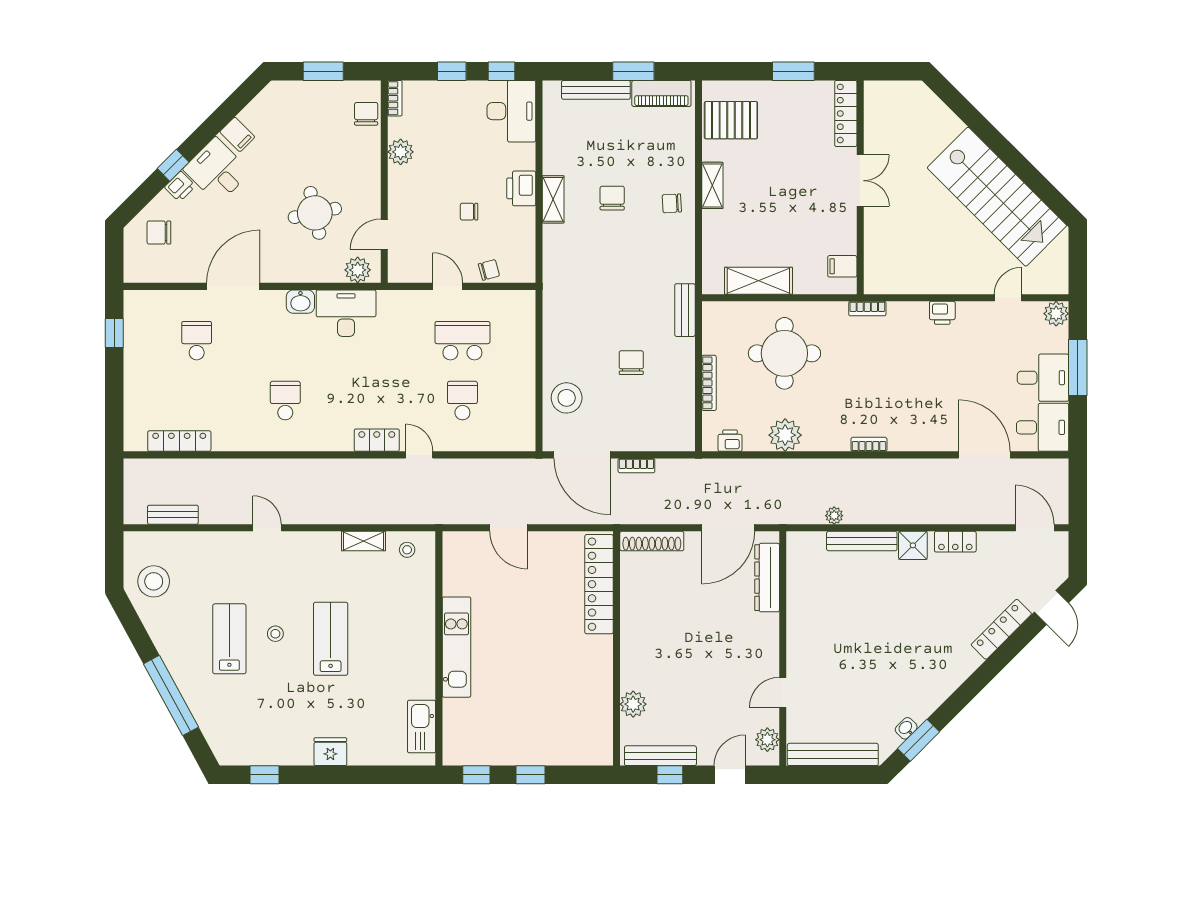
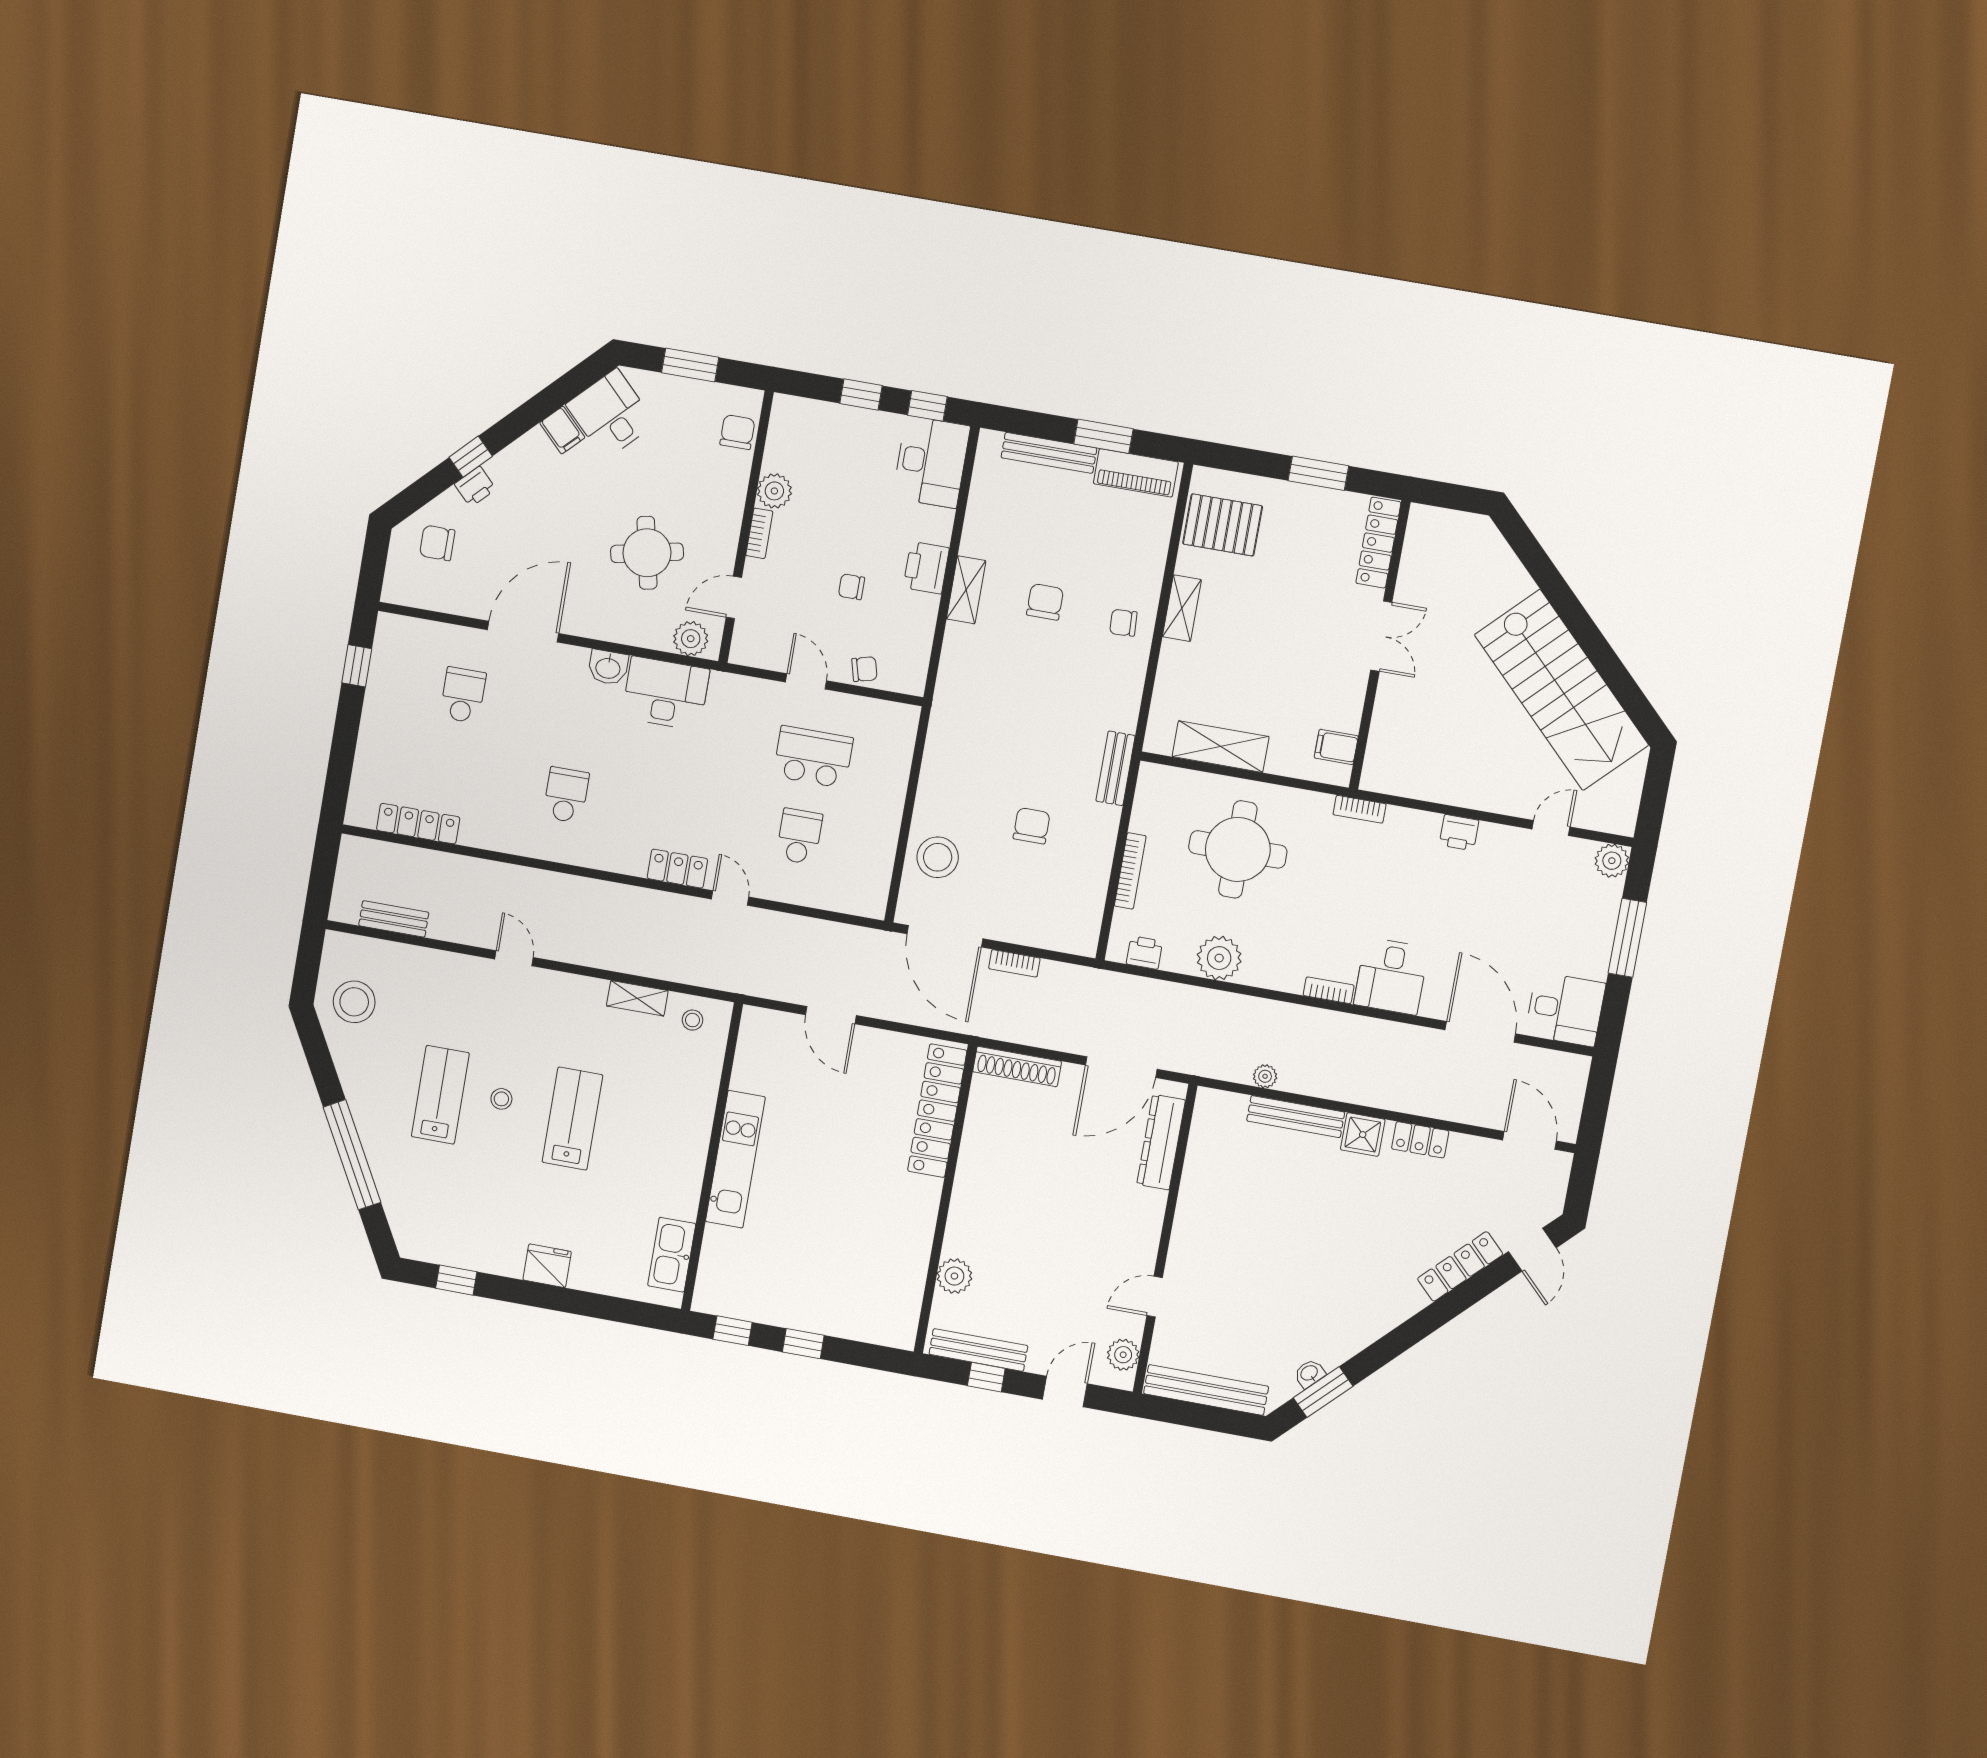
bookcase: (395, 98) -> (759, 533), moved
desk: (217, 171) -> (611, 414), moved
desk: (1043, 378) -> (1391, 976), moved, turned 90

